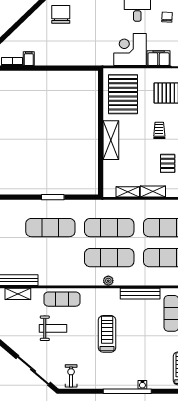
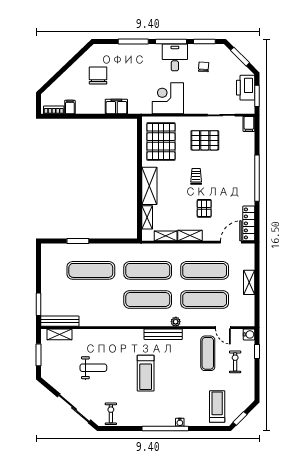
chair: (61, 14) -> (98, 75), moved
filing cabinet: (159, 58) -> (116, 107), moved
shelving: (109, 173) -> (147, 217), added
window: (53, 197) -> (78, 241), moved
plant: (108, 281) -> (176, 322), moved
bench: (140, 294) -> (163, 334), moved
exercise mat: (62, 299) -> (102, 340), removed
treadmill: (107, 334) -> (146, 373), turned 180

